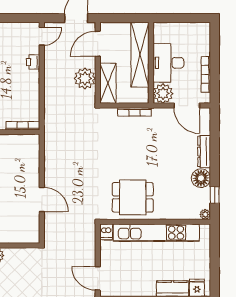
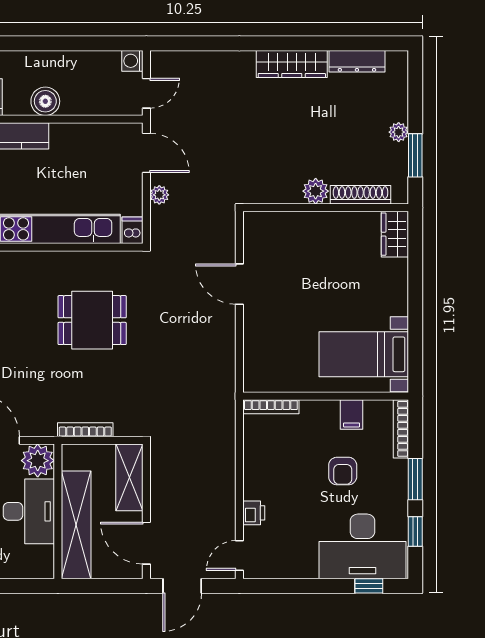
door: (98, 44) -> (146, 543), swing flipped
plant: (85, 78) -> (159, 195), moved, width x0.53, depth x0.53
dining table: (133, 197) -> (92, 320), moved

